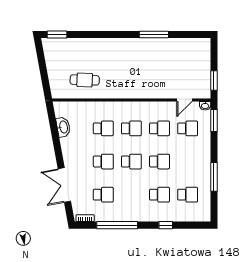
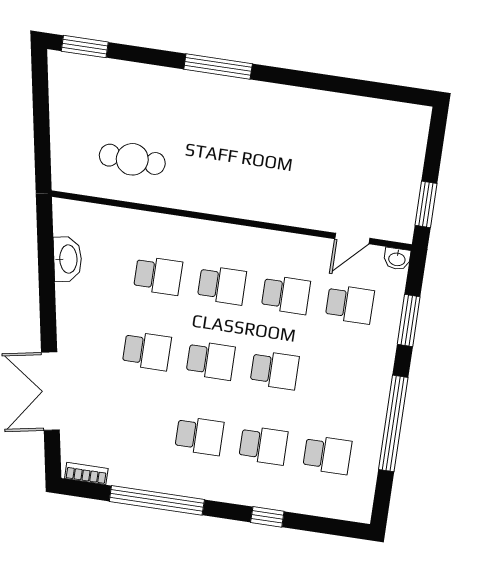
window: (154, 35) -> (218, 66), moved
window: (214, 121) -> (409, 320), moved
window: (214, 177) -> (393, 423), width x1.46
school desk: (103, 195) -> (199, 436), moved

